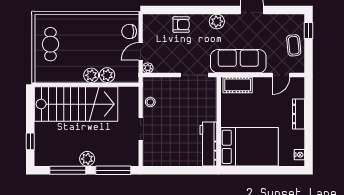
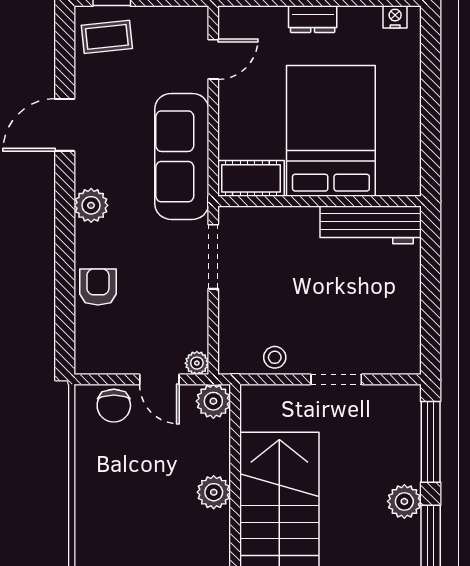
coffee table: (294, 45) -> (107, 37), moved
plant: (107, 75) -> (213, 401), moved
door: (281, 75) -> (213, 59), hinge flipped
cot: (238, 85) -> (251, 178), moved, turned 90
dresser: (298, 114) -> (313, 19), width x0.70
bed: (249, 147) -> (331, 131), moved

